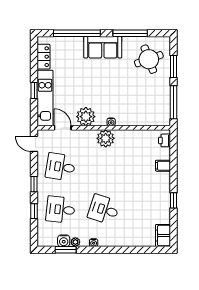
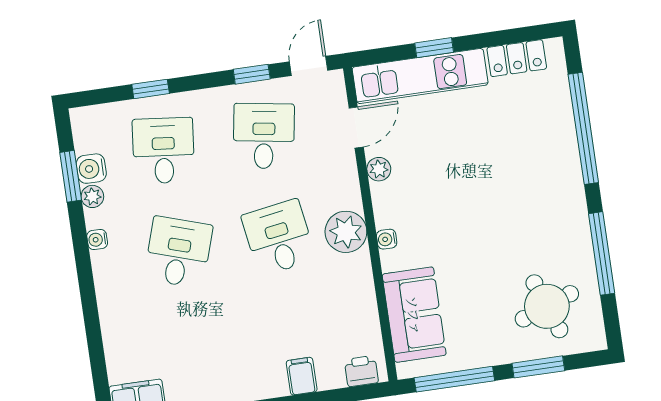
sofa: (103, 47) -> (414, 315), moved, turned 180
plant: (86, 117) -> (379, 169), width x0.53, depth x0.53
desk: (104, 167) -> (279, 238), added
window: (34, 184) -> (252, 74), moved

